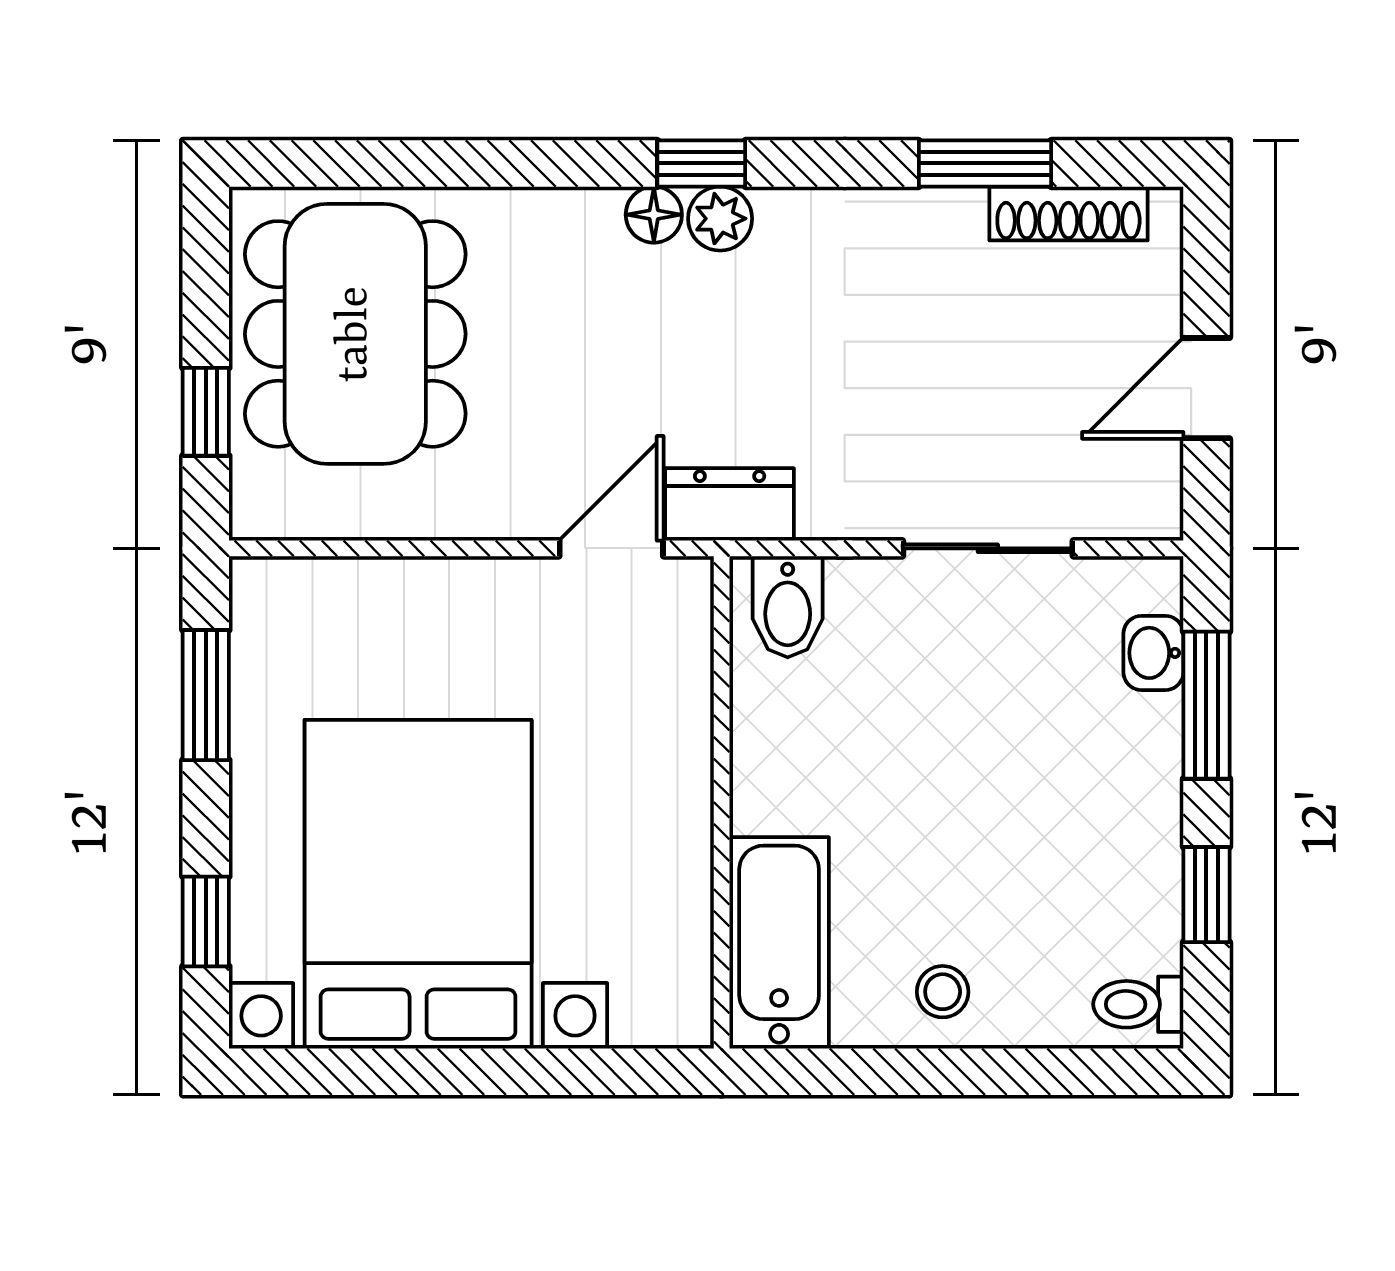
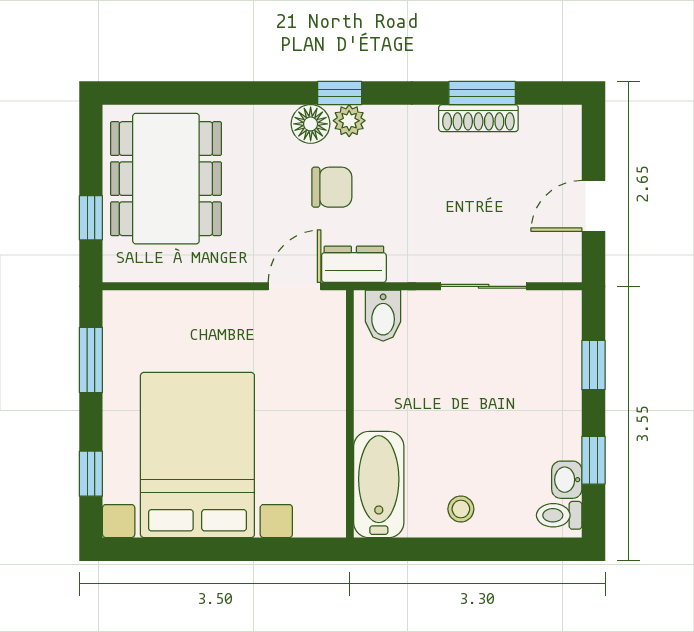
shoe rack: (1068, 213) -> (478, 118), moved
floor lamp: (654, 215) -> (311, 124), width x1.37, depth x1.37
chair: (686, 351) -> (332, 187), added
washbasin: (1153, 653) -> (567, 480), moved
window: (1206, 705) -> (593, 365), width x0.67

